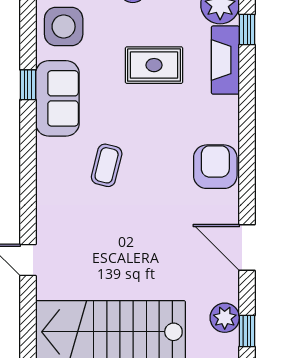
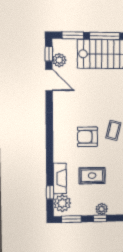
armchair: (215, 167) -> (87, 137), moved, turned 90
door: (247, 247) -> (49, 80), moved

